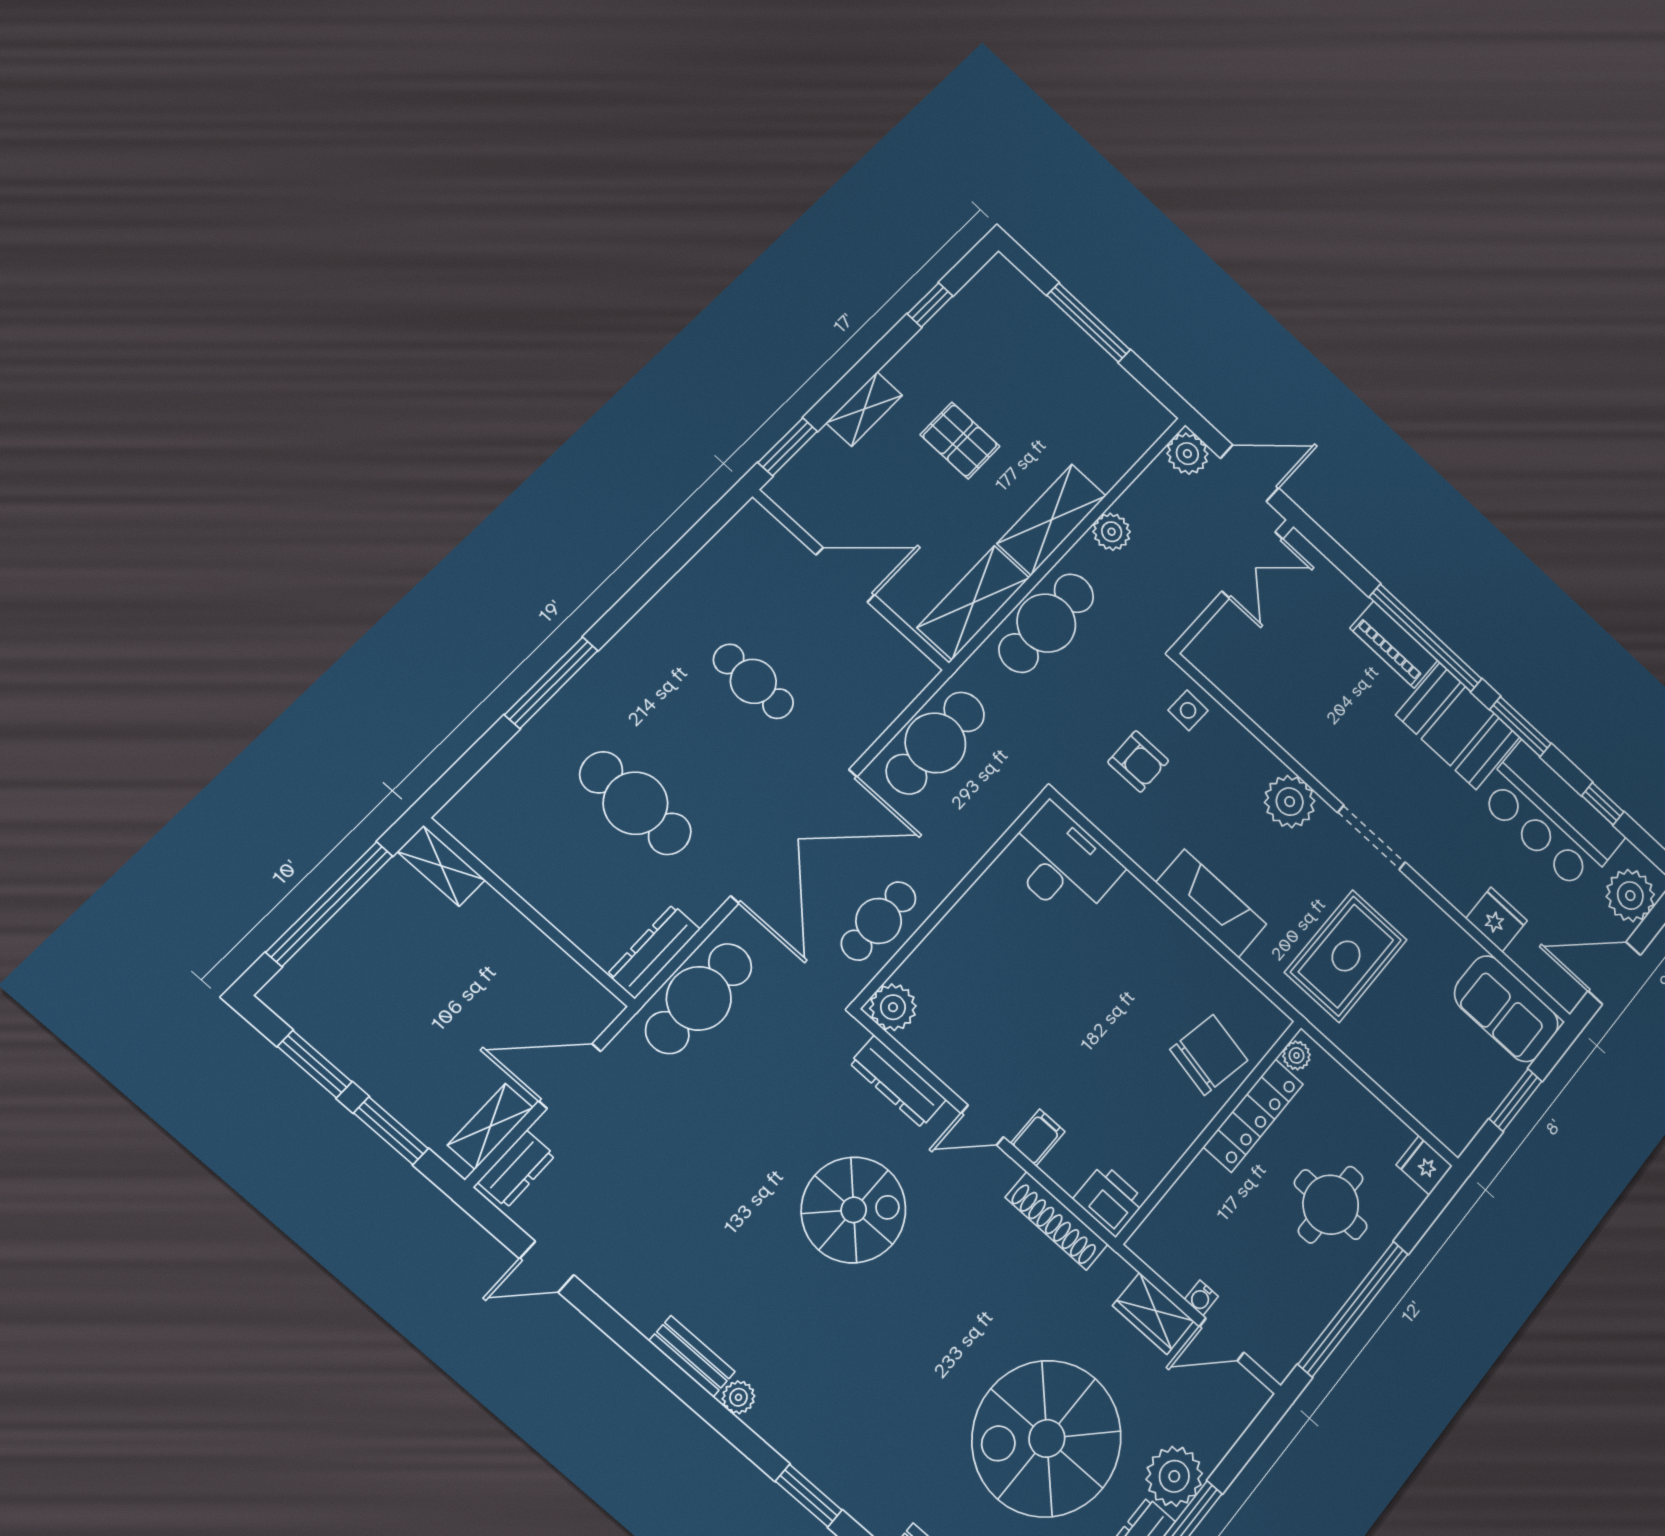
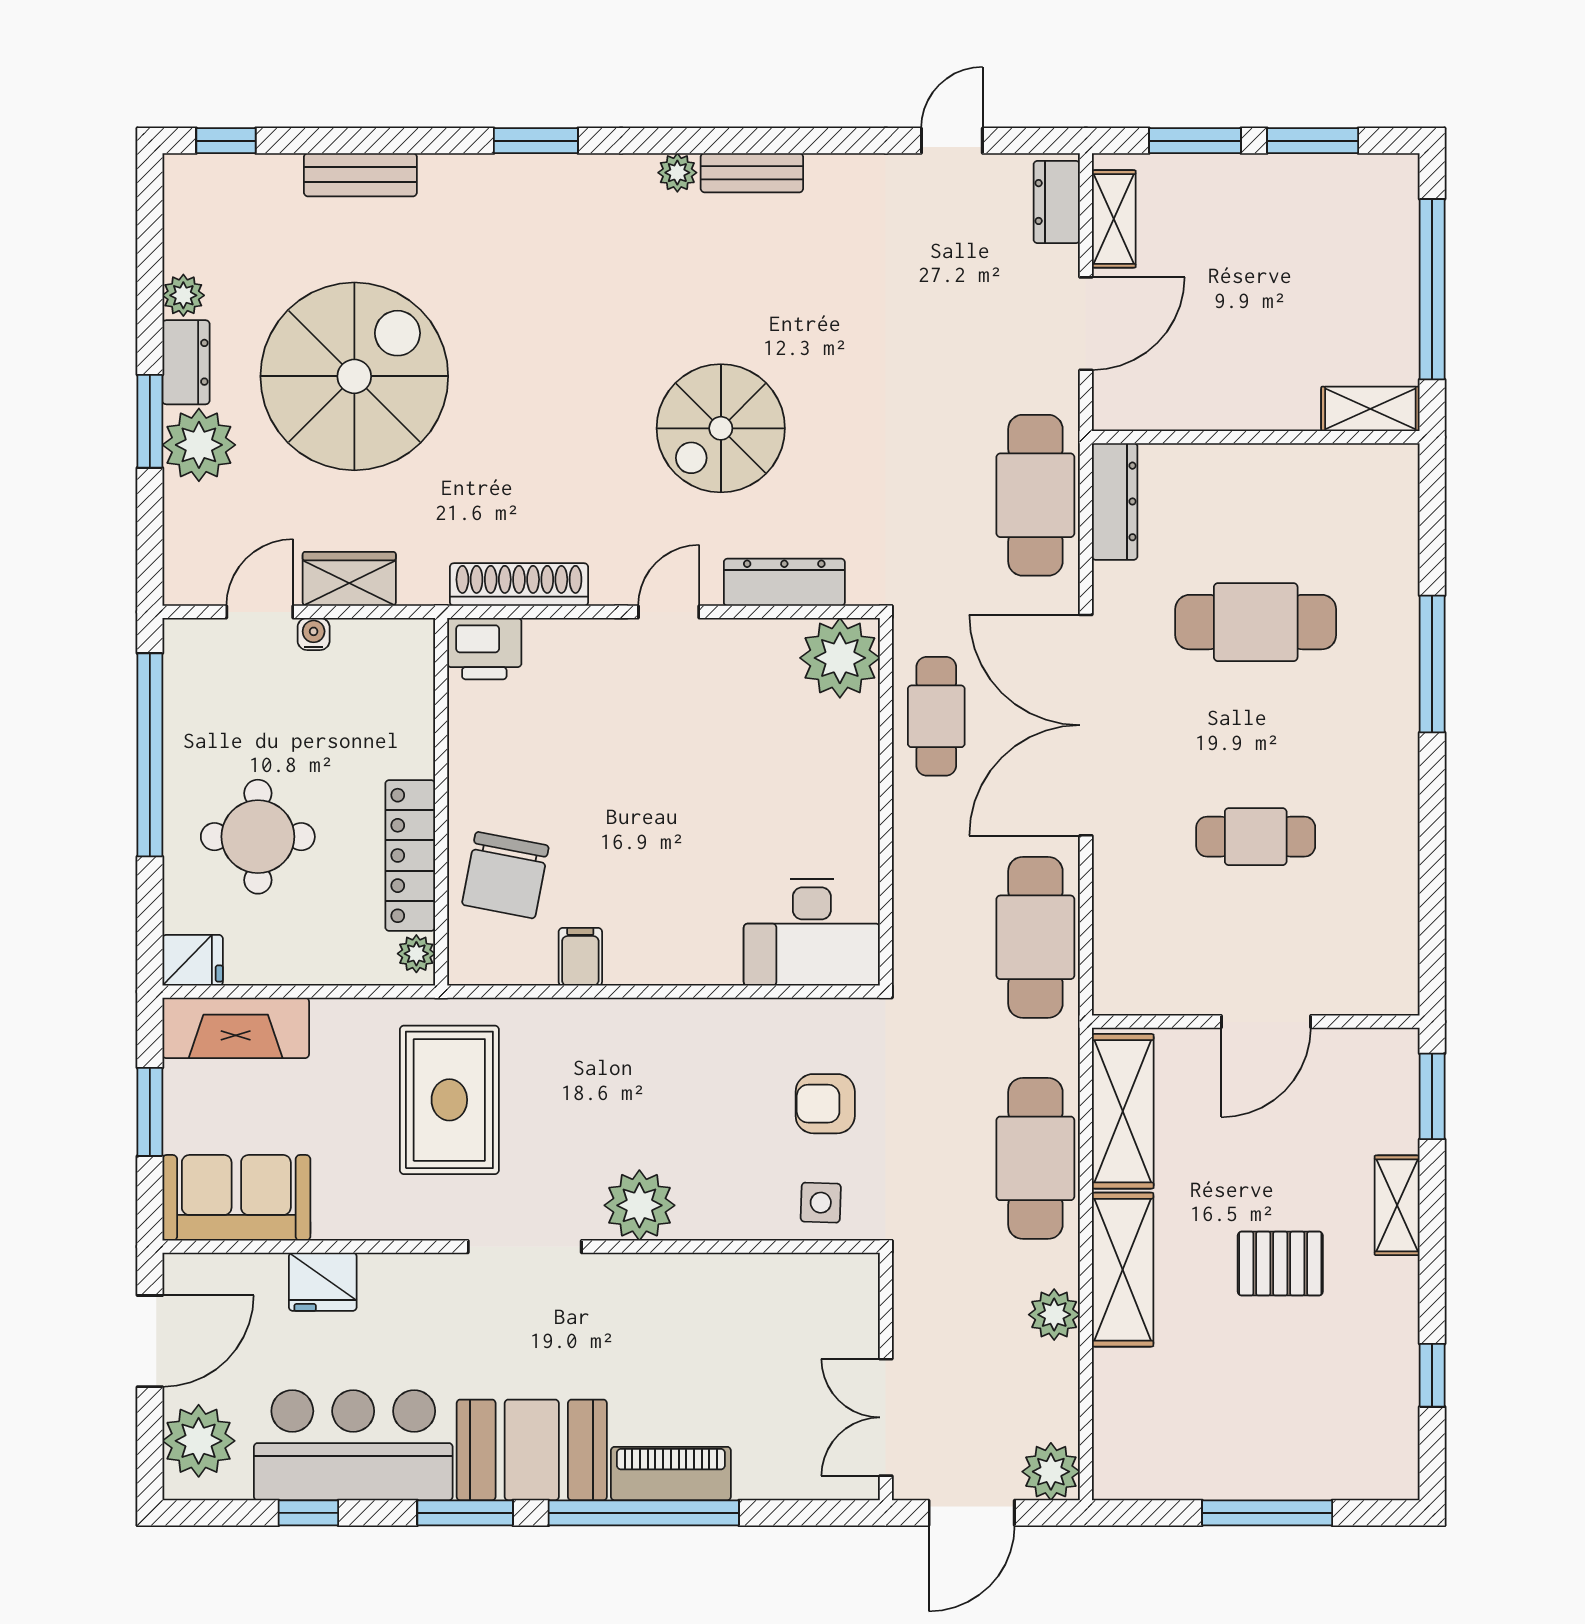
fireplace: (1211, 903) -> (236, 1028), moved
plant: (893, 1007) -> (840, 658), width x1.36, depth x1.36
filing cabinet: (1038, 1138) -> (580, 957), moved, turned 180

